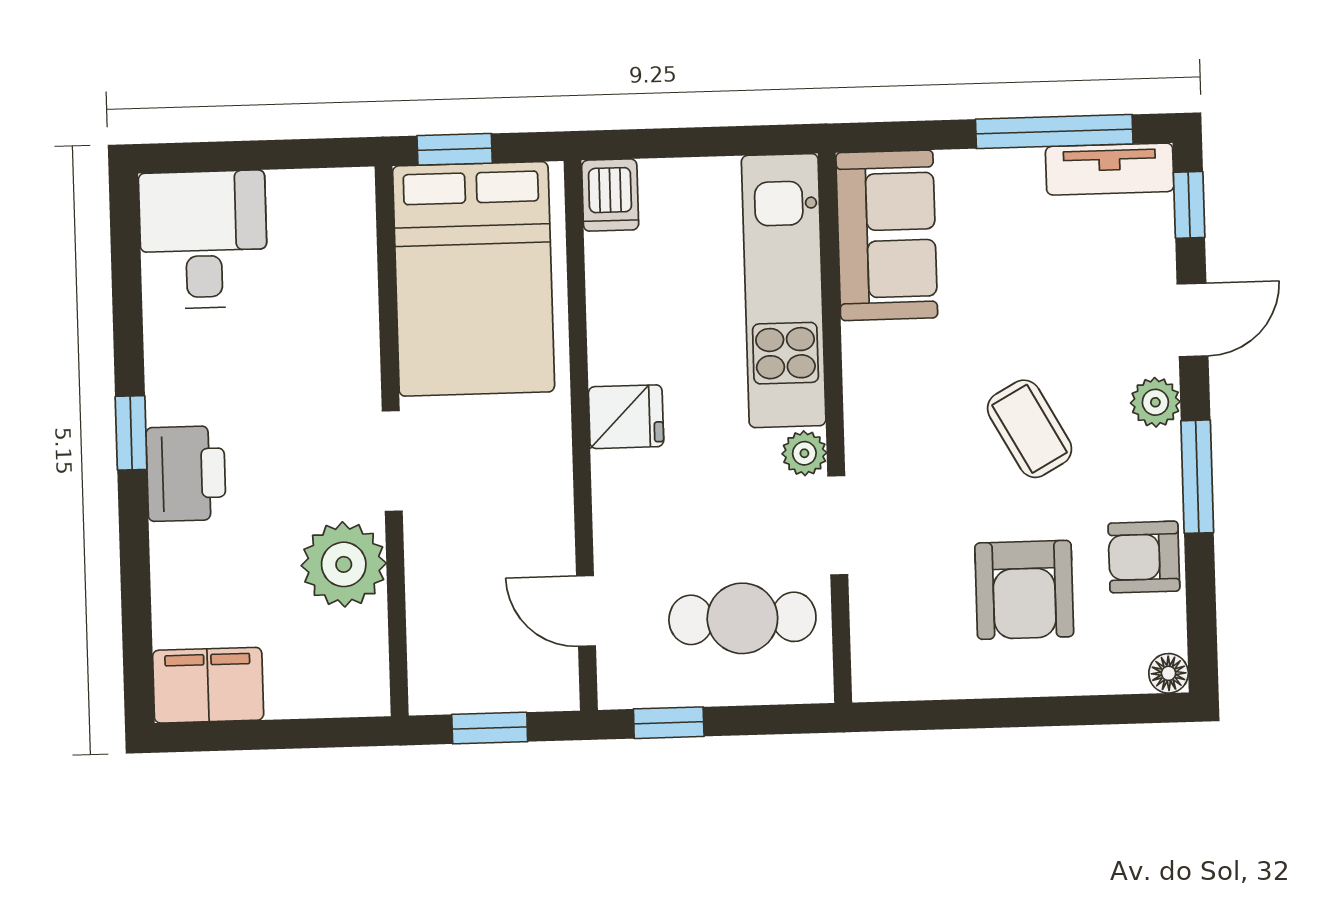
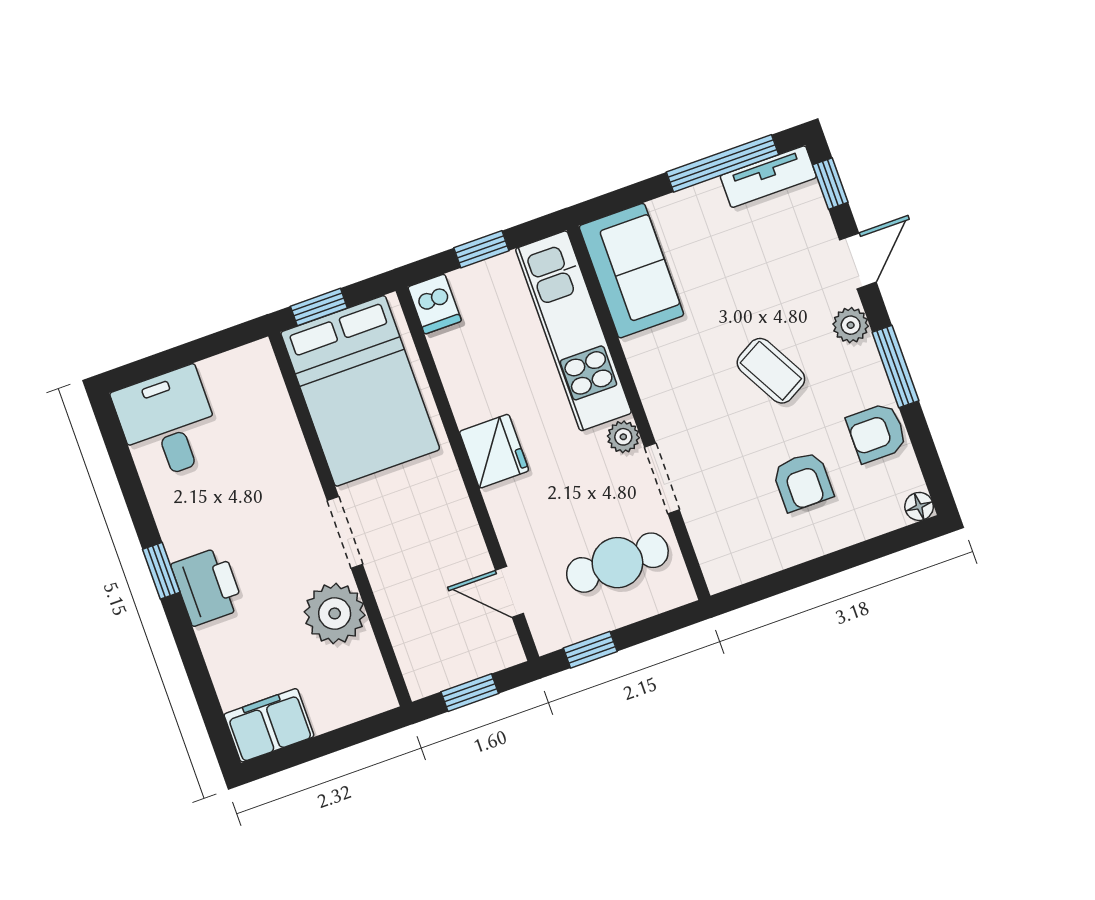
window: (696, 142) -> (481, 249), added
fridge: (626, 417) -> (494, 451), width x1.38
armchair: (1024, 590) -> (803, 481), width x0.72, depth x0.72

